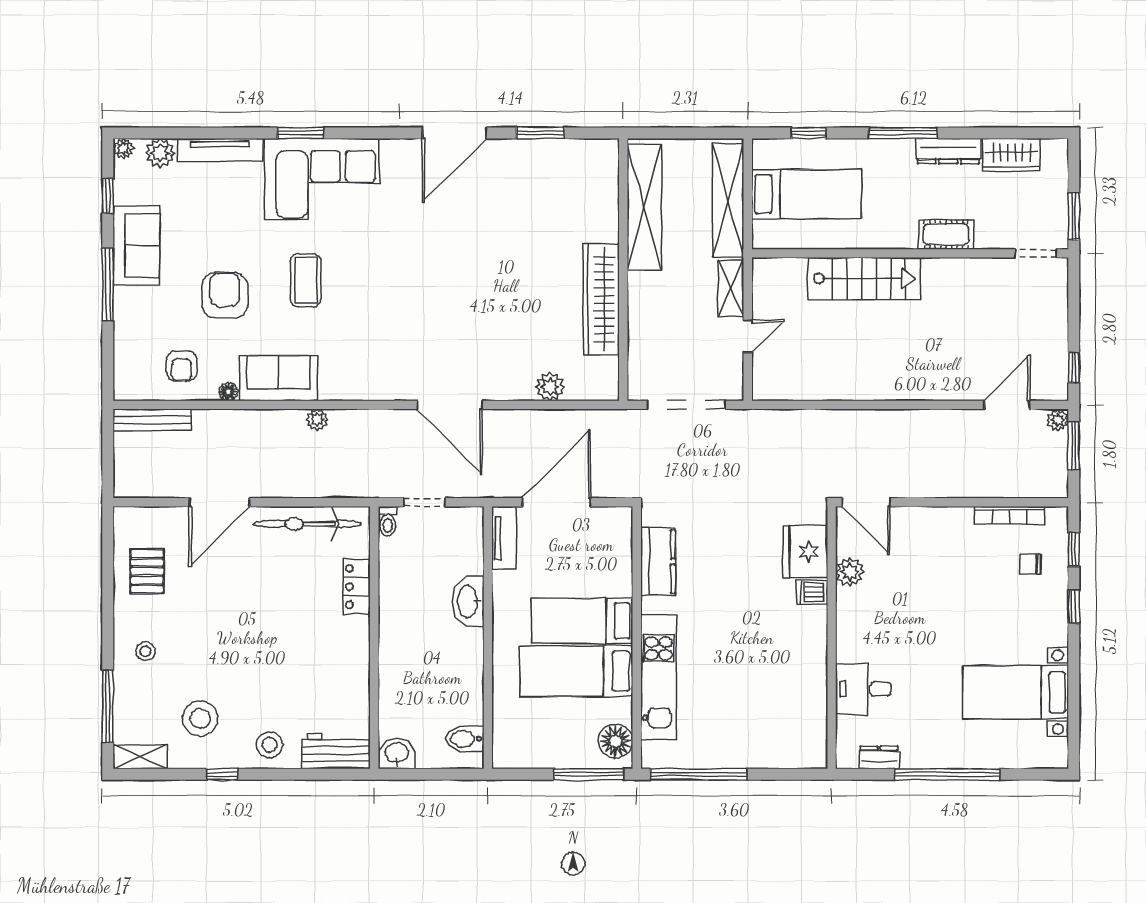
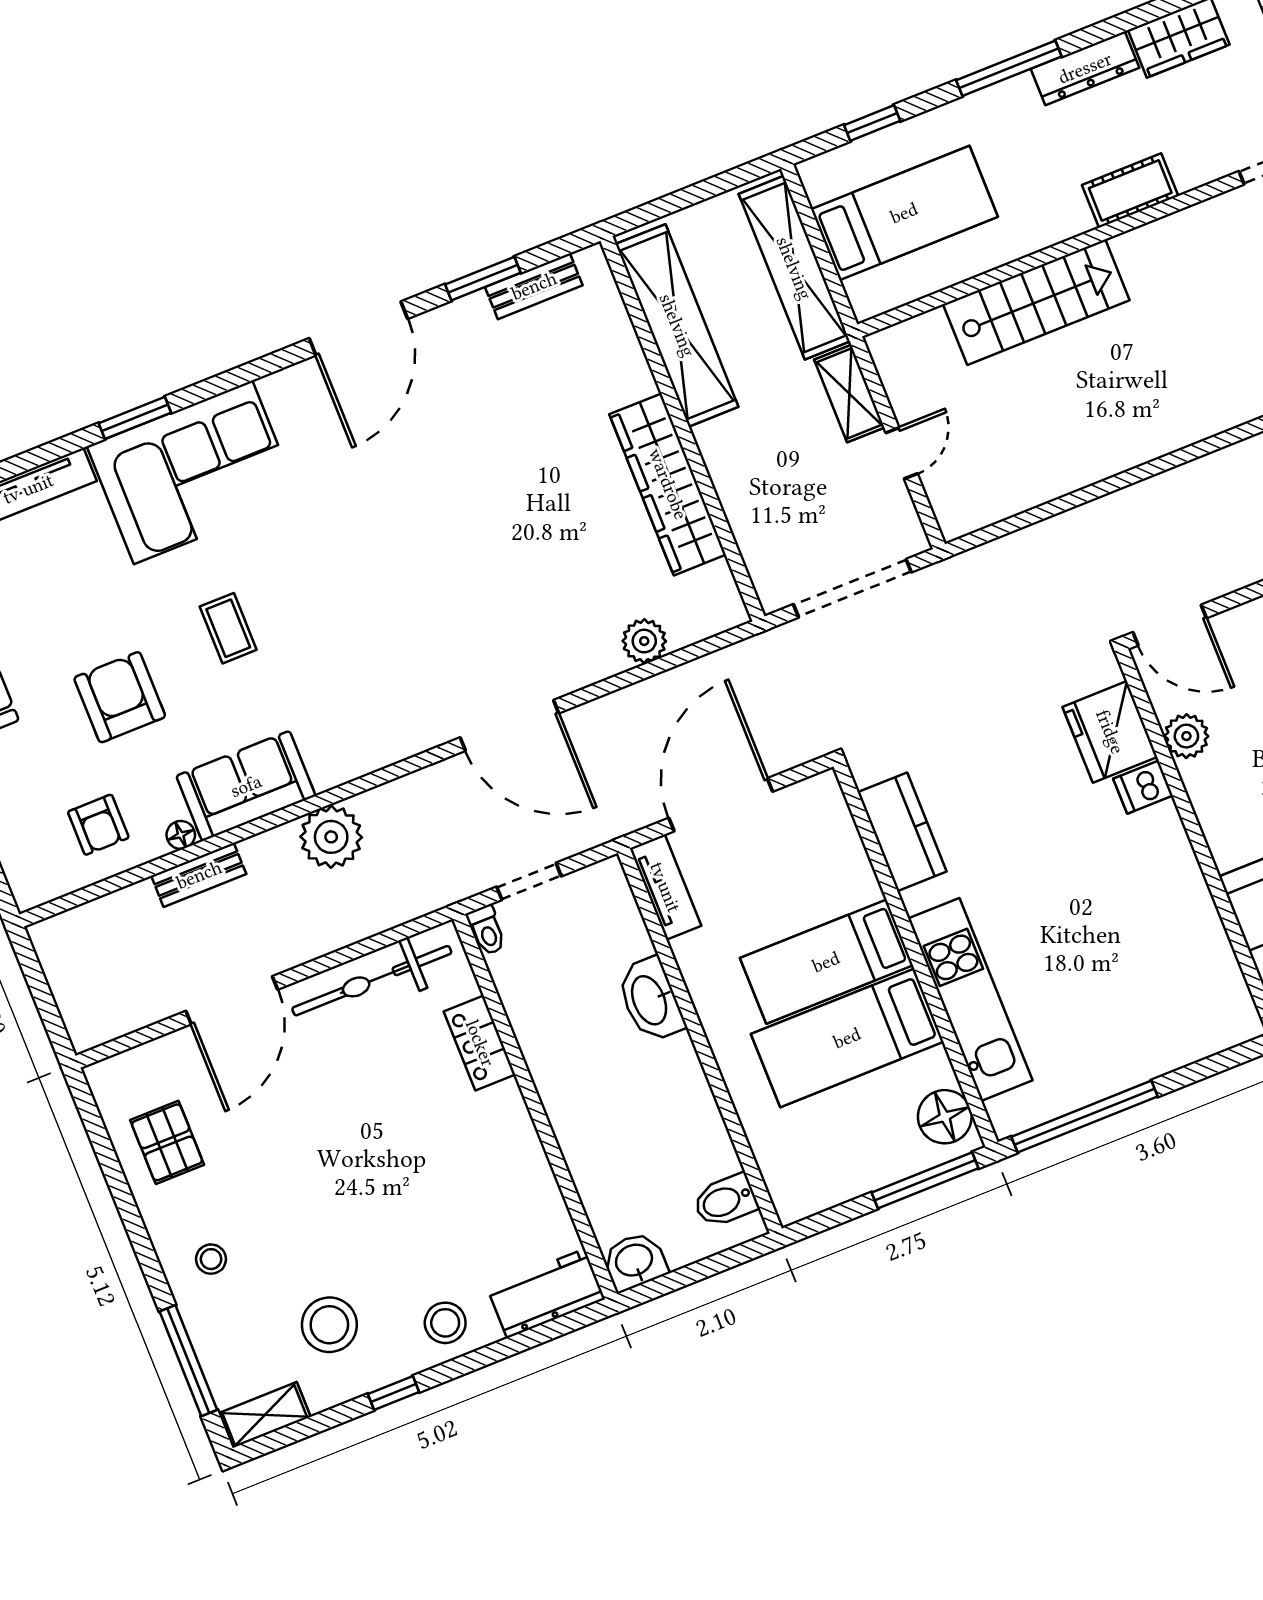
bench: (569, 150) -> (534, 286), added
coffee table: (306, 280) -> (228, 628), width x0.73, depth x0.77
bench: (152, 420) -> (199, 875), moved, width x0.73
plant: (317, 420) -> (331, 837), width x1.87, depth x1.87

